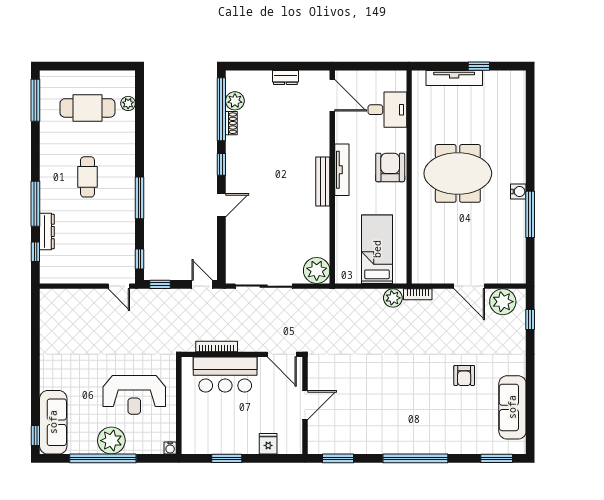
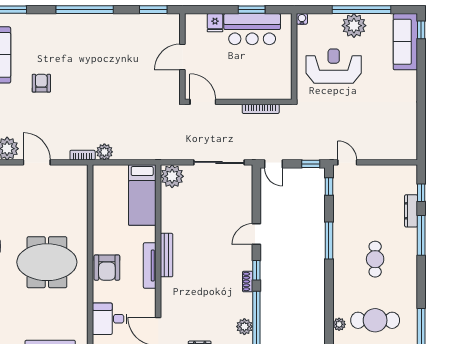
shoe rack: (231, 123) -> (248, 282), moved
bed: (377, 249) -> (142, 195), moved
bar counter: (225, 375) -> (252, 29), moved, turned 180

